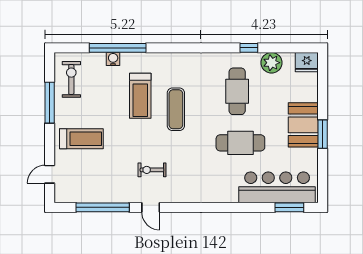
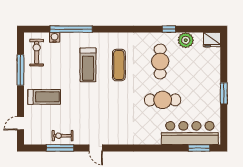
water cooler: (113, 59) -> (55, 37), moved
exercise mat: (176, 109) -> (119, 65), moved
booth: (303, 125) -> (209, 86), removed
exercise bike: (152, 170) -> (63, 136), moved
window: (103, 207) -> (60, 148), width x0.68

